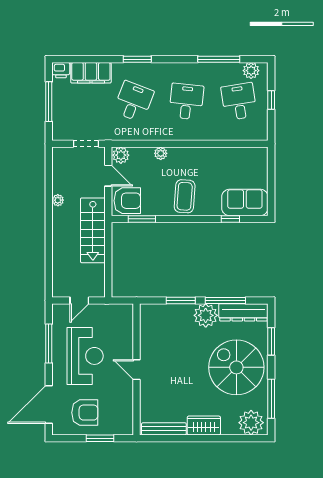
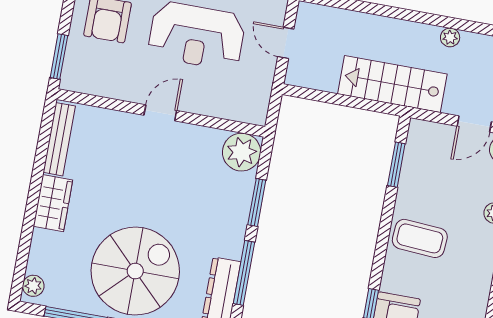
armchair: (127, 201) -> (429, 147), removed
plant: (206, 315) -> (242, 152), moved
plant: (251, 423) -> (33, 286), width x0.53, depth x0.53
window: (100, 438) -> (59, 57), moved

